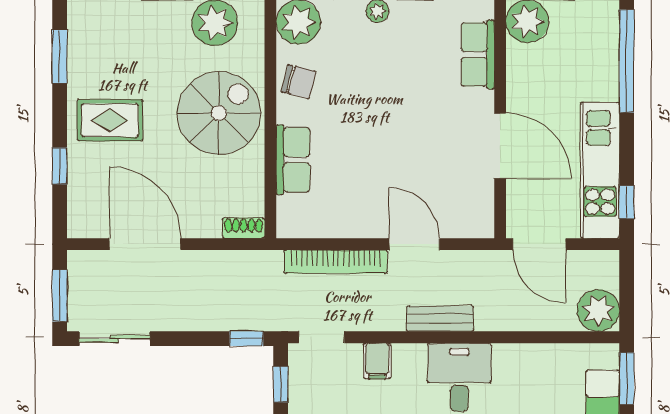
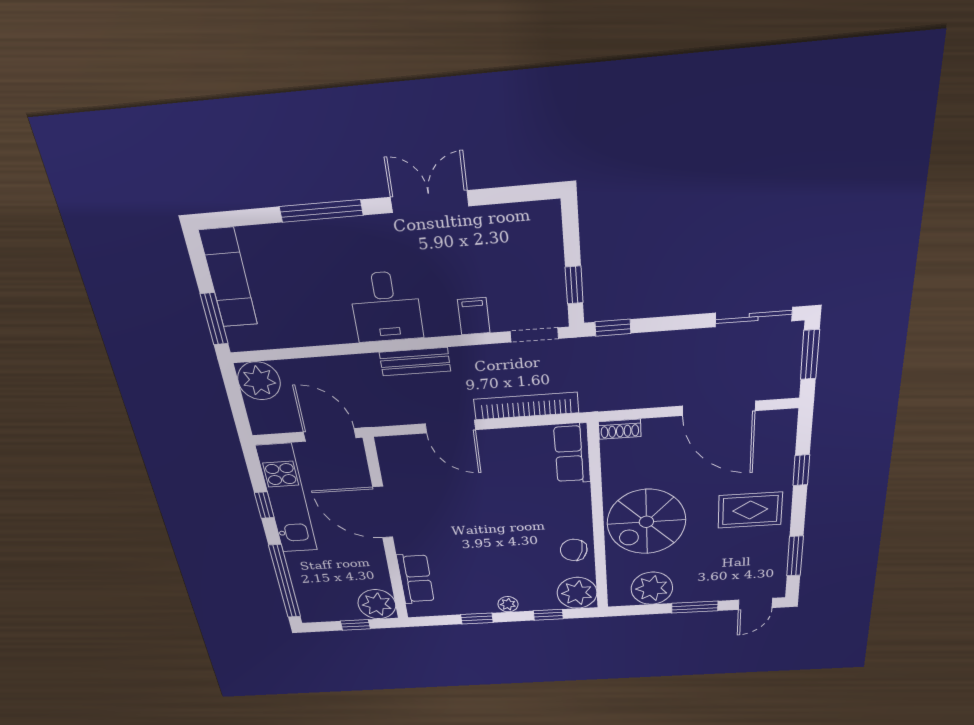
row of seats: (293, 160) -> (572, 454), moved
window: (627, 202) -> (264, 505), moved

